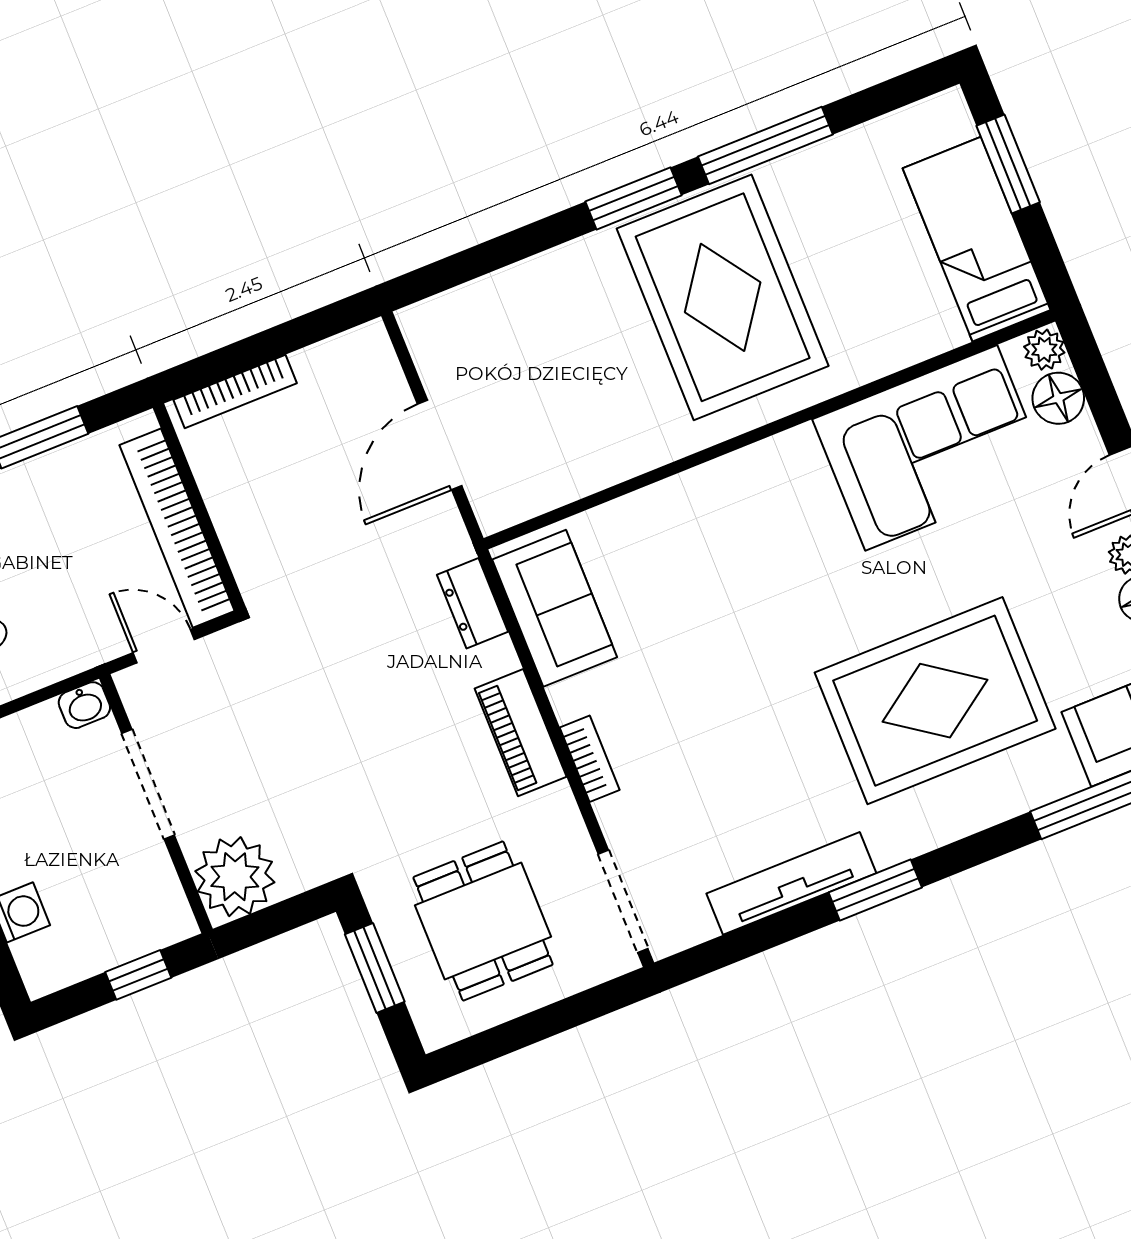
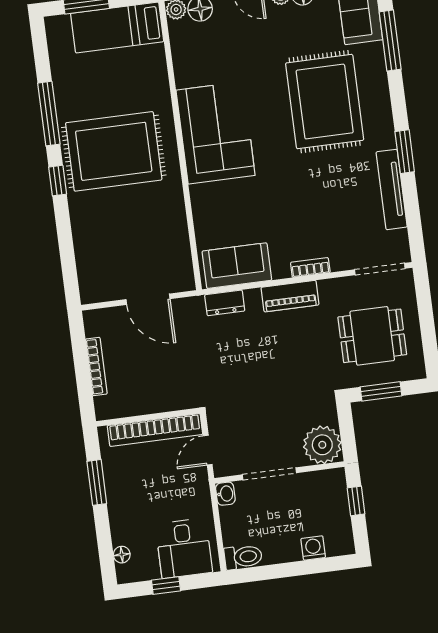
window: (633, 198) -> (58, 181), width x0.67
bookcase: (235, 391) -> (96, 366), moved
corner sofa: (931, 448) -> (216, 133), moved

